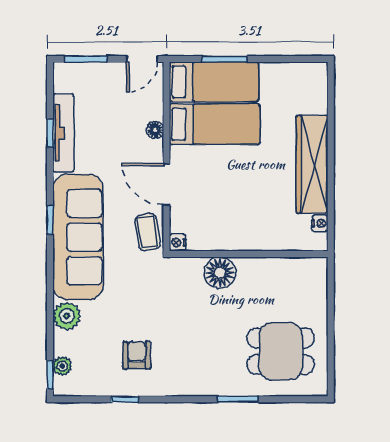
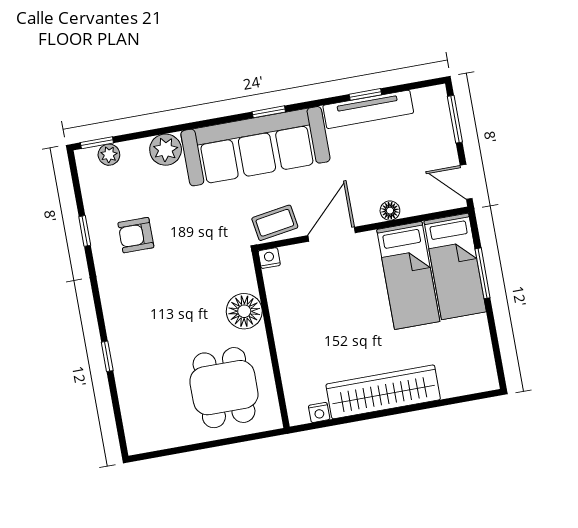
dining table: (281, 351) -> (224, 388), moved
armchair: (137, 355) -> (136, 235), turned 180
window: (238, 399) -> (107, 356), width x0.67

